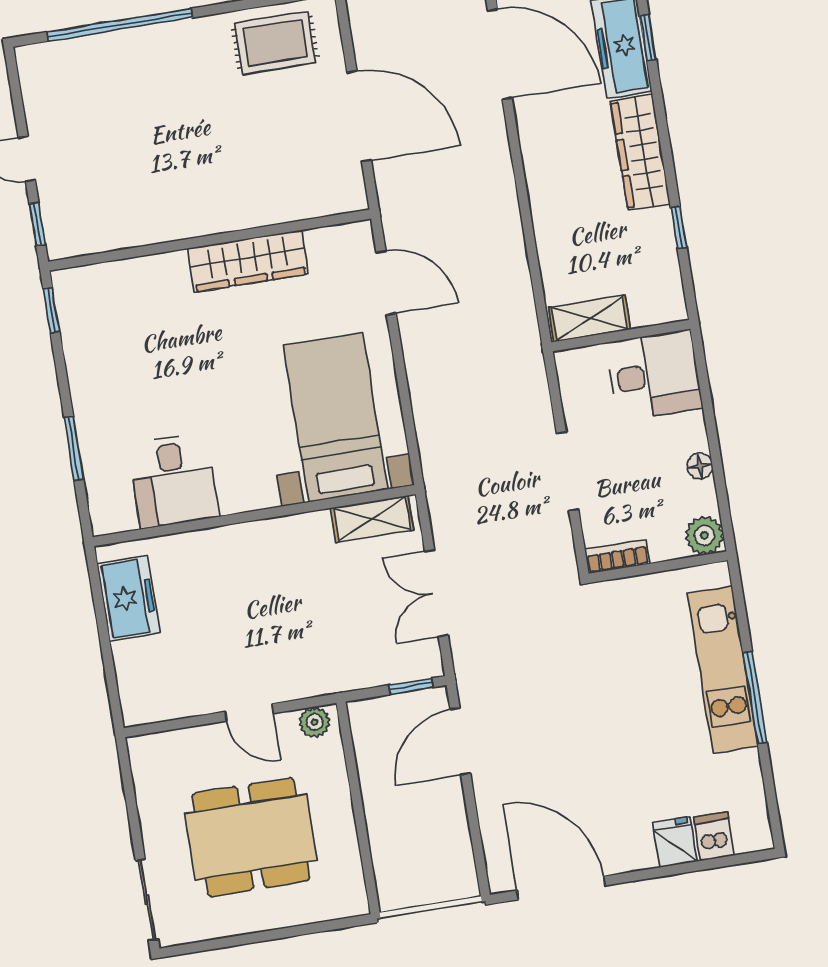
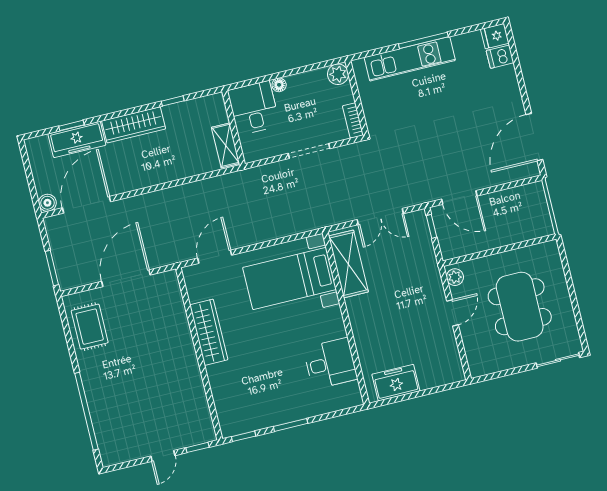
window: (74, 449) -> (291, 425), moved
floor lamp: (700, 466) -> (279, 85), moved
shelving: (372, 519) -> (348, 264), width x1.50, depth x1.33
fridge: (675, 842) -> (495, 36), moved

